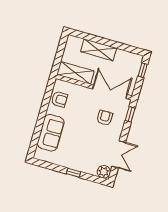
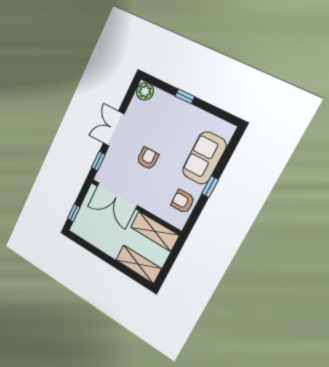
shelving: (99, 50) -> (138, 264), moved
window: (42, 114) -> (210, 187), added
armchair: (105, 118) -> (148, 158), moved, turned 180
double door: (119, 154) -> (114, 129), moved

